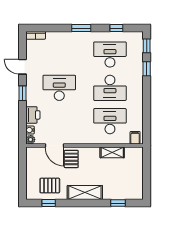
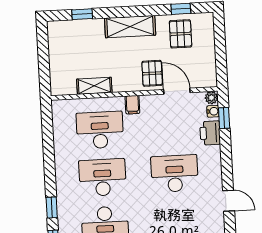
desk: (59, 88) -> (175, 174), turned 180
window: (22, 93) -> (224, 118), moved
desk: (110, 121) -> (100, 130), turned 180
filing cabinet: (135, 138) -> (132, 105), moved
pallet: (50, 186) -> (181, 34), turned 90

